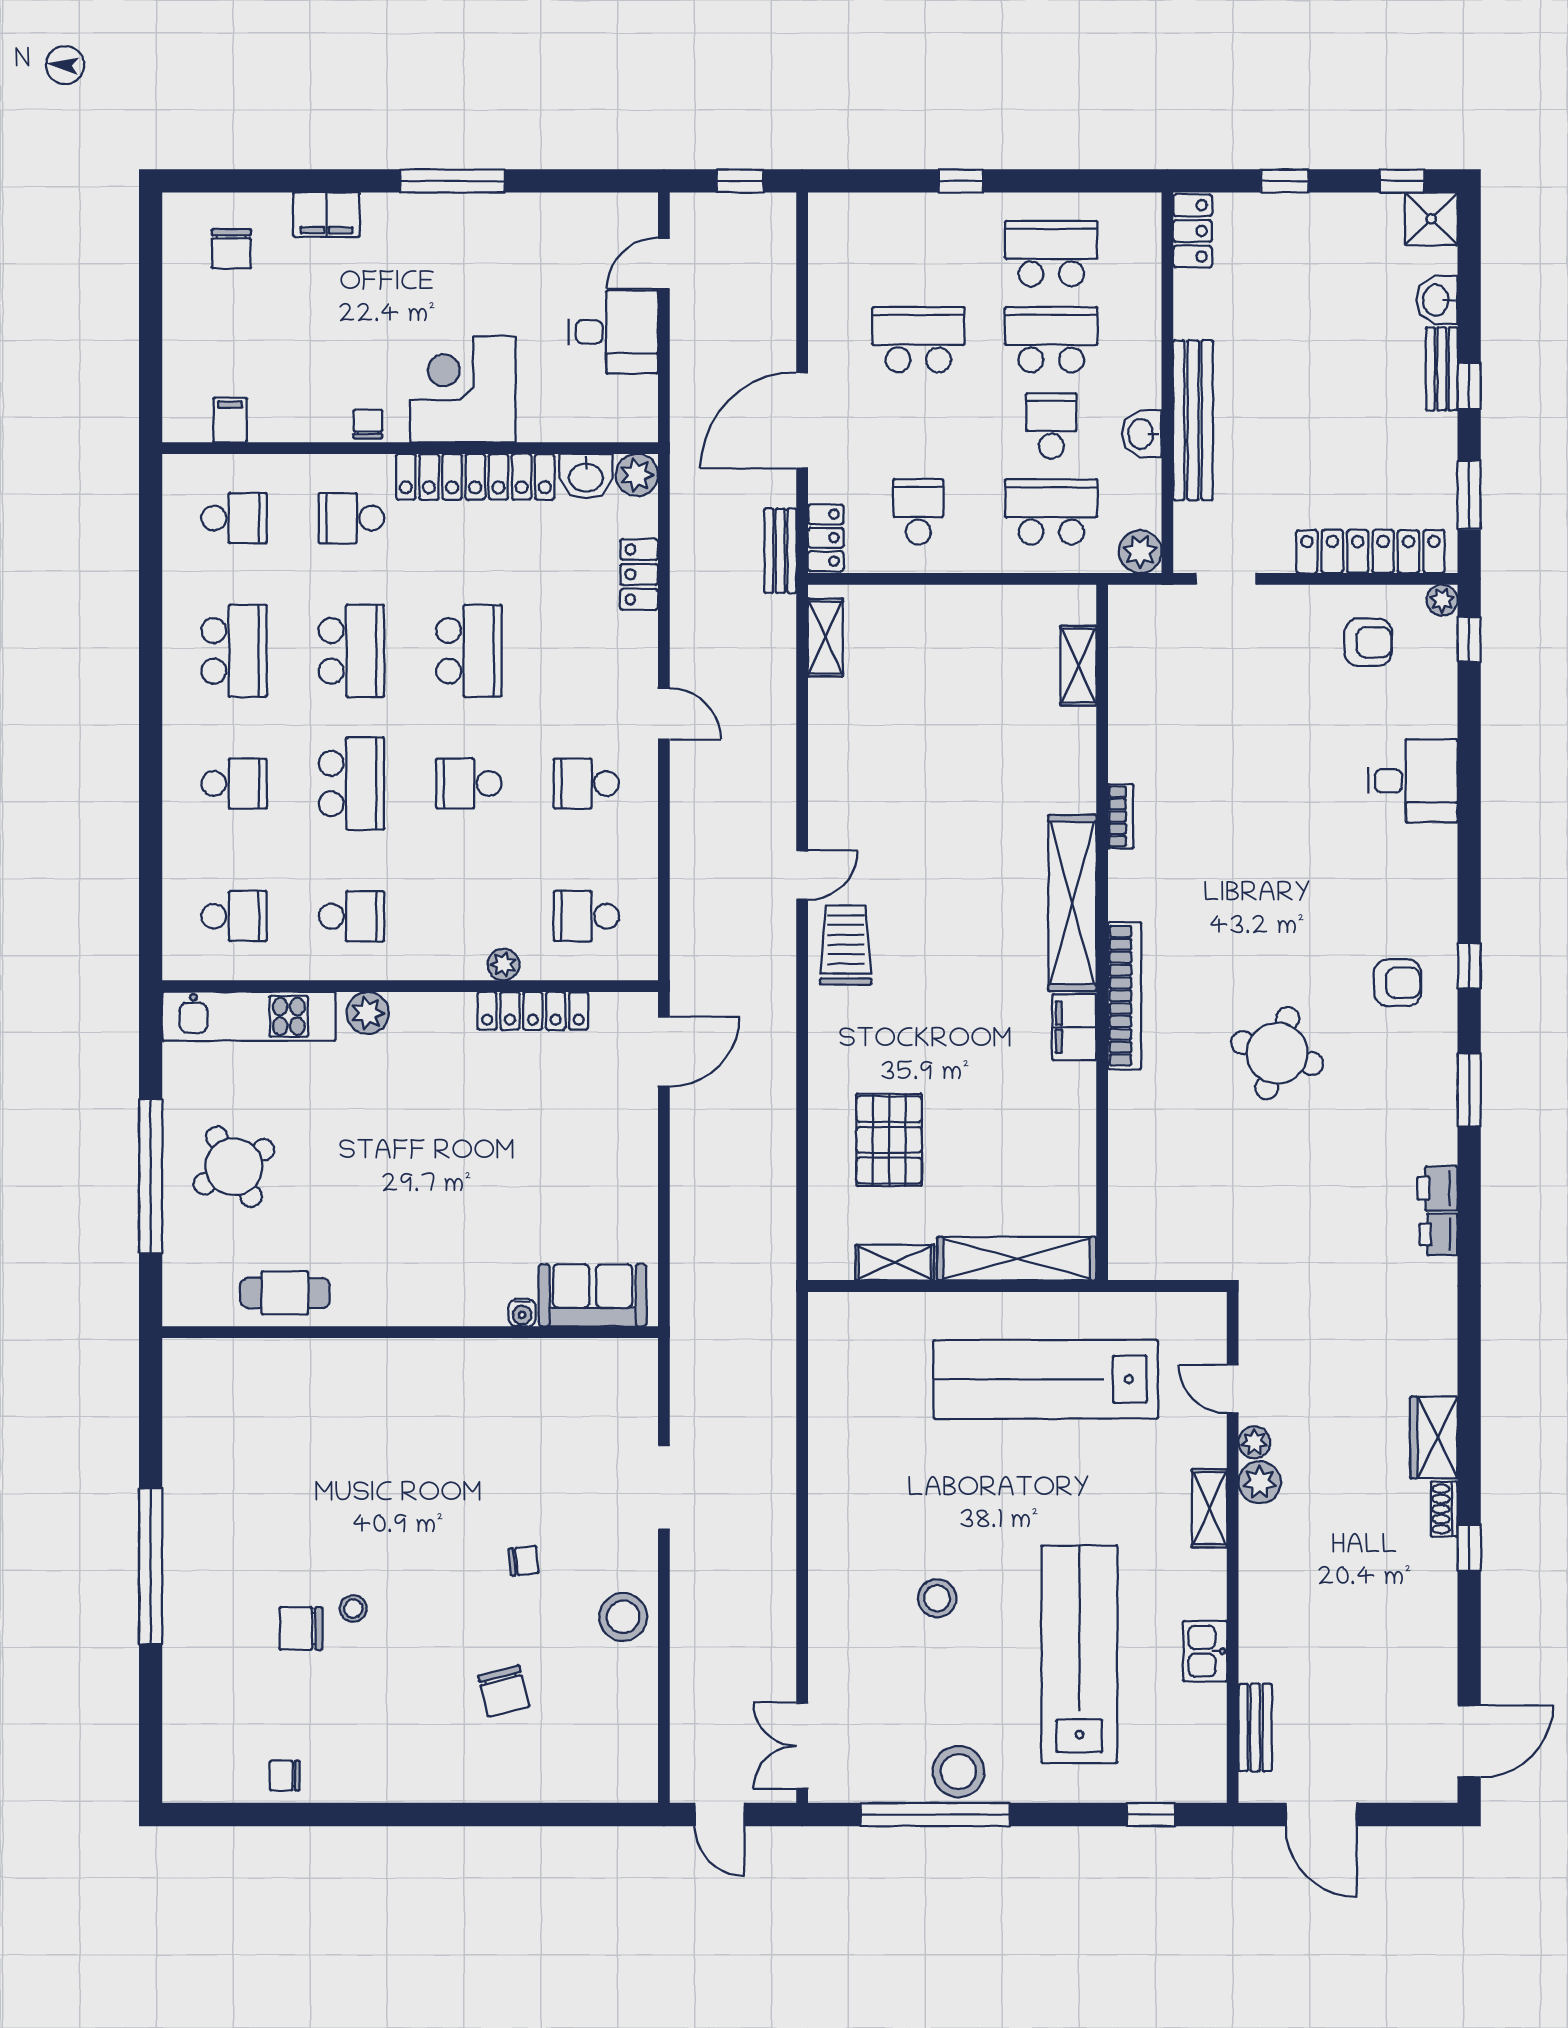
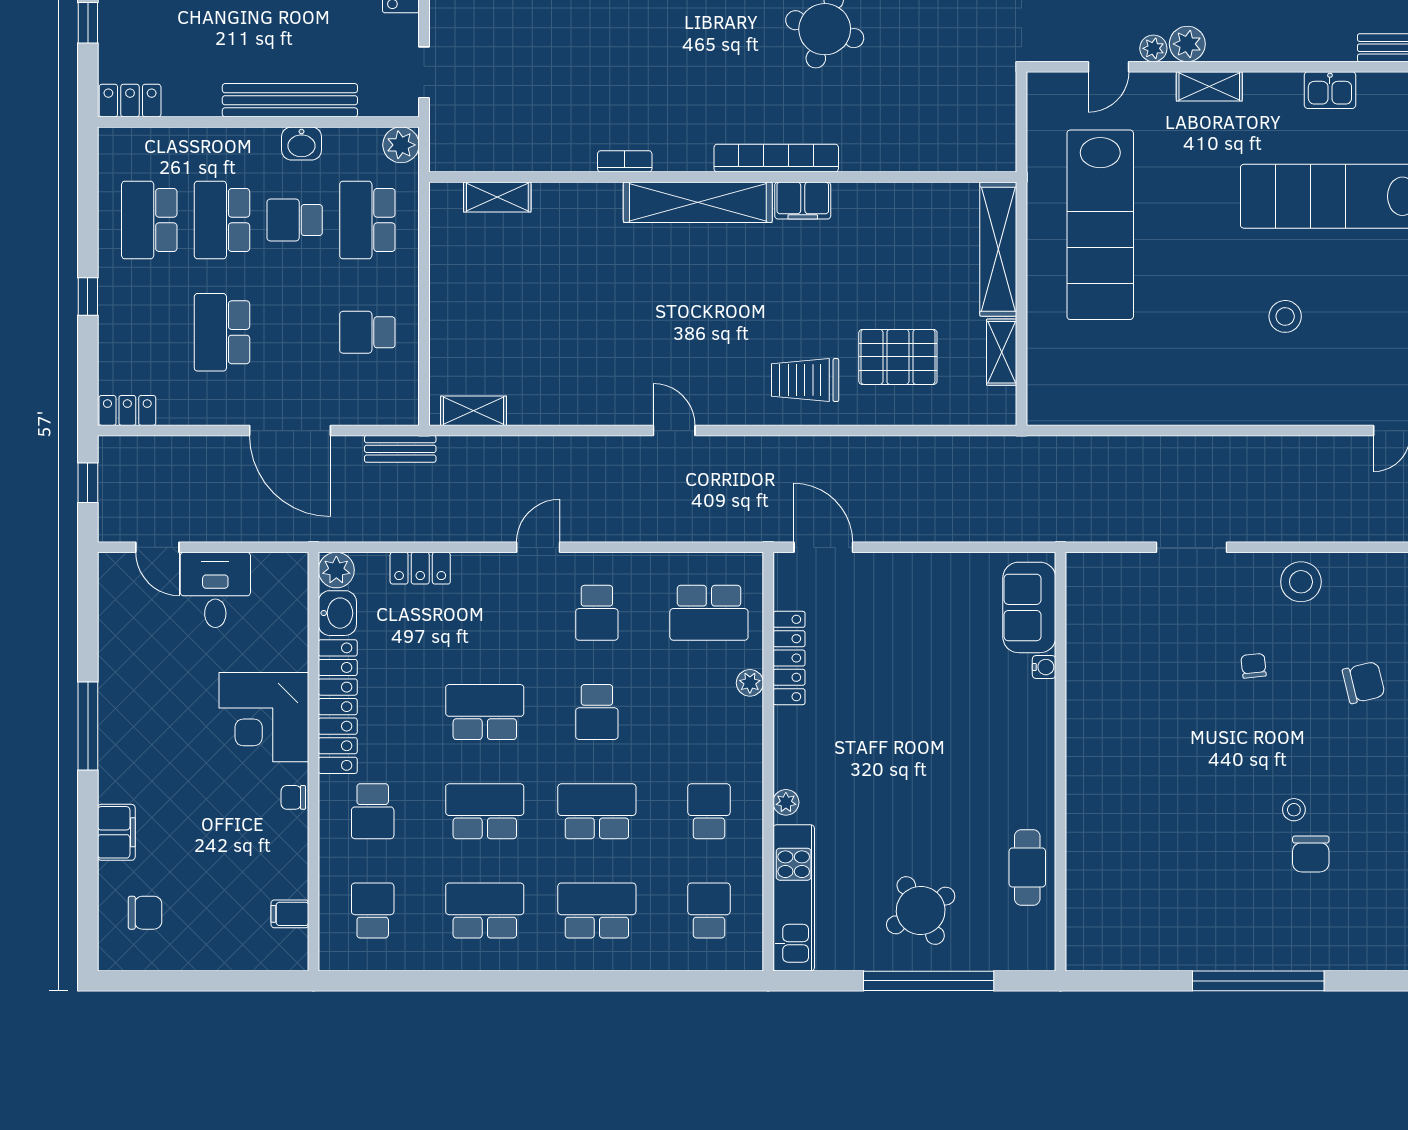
locker: (826, 538) -> (127, 410), moved
school desk: (234, 783) -> (597, 910), width x1.85
school desk: (586, 916) -> (709, 613), width x1.85
trolley: (846, 945) -> (805, 380), moved
plant: (368, 1013) -> (786, 802), width x0.73, depth x0.73

